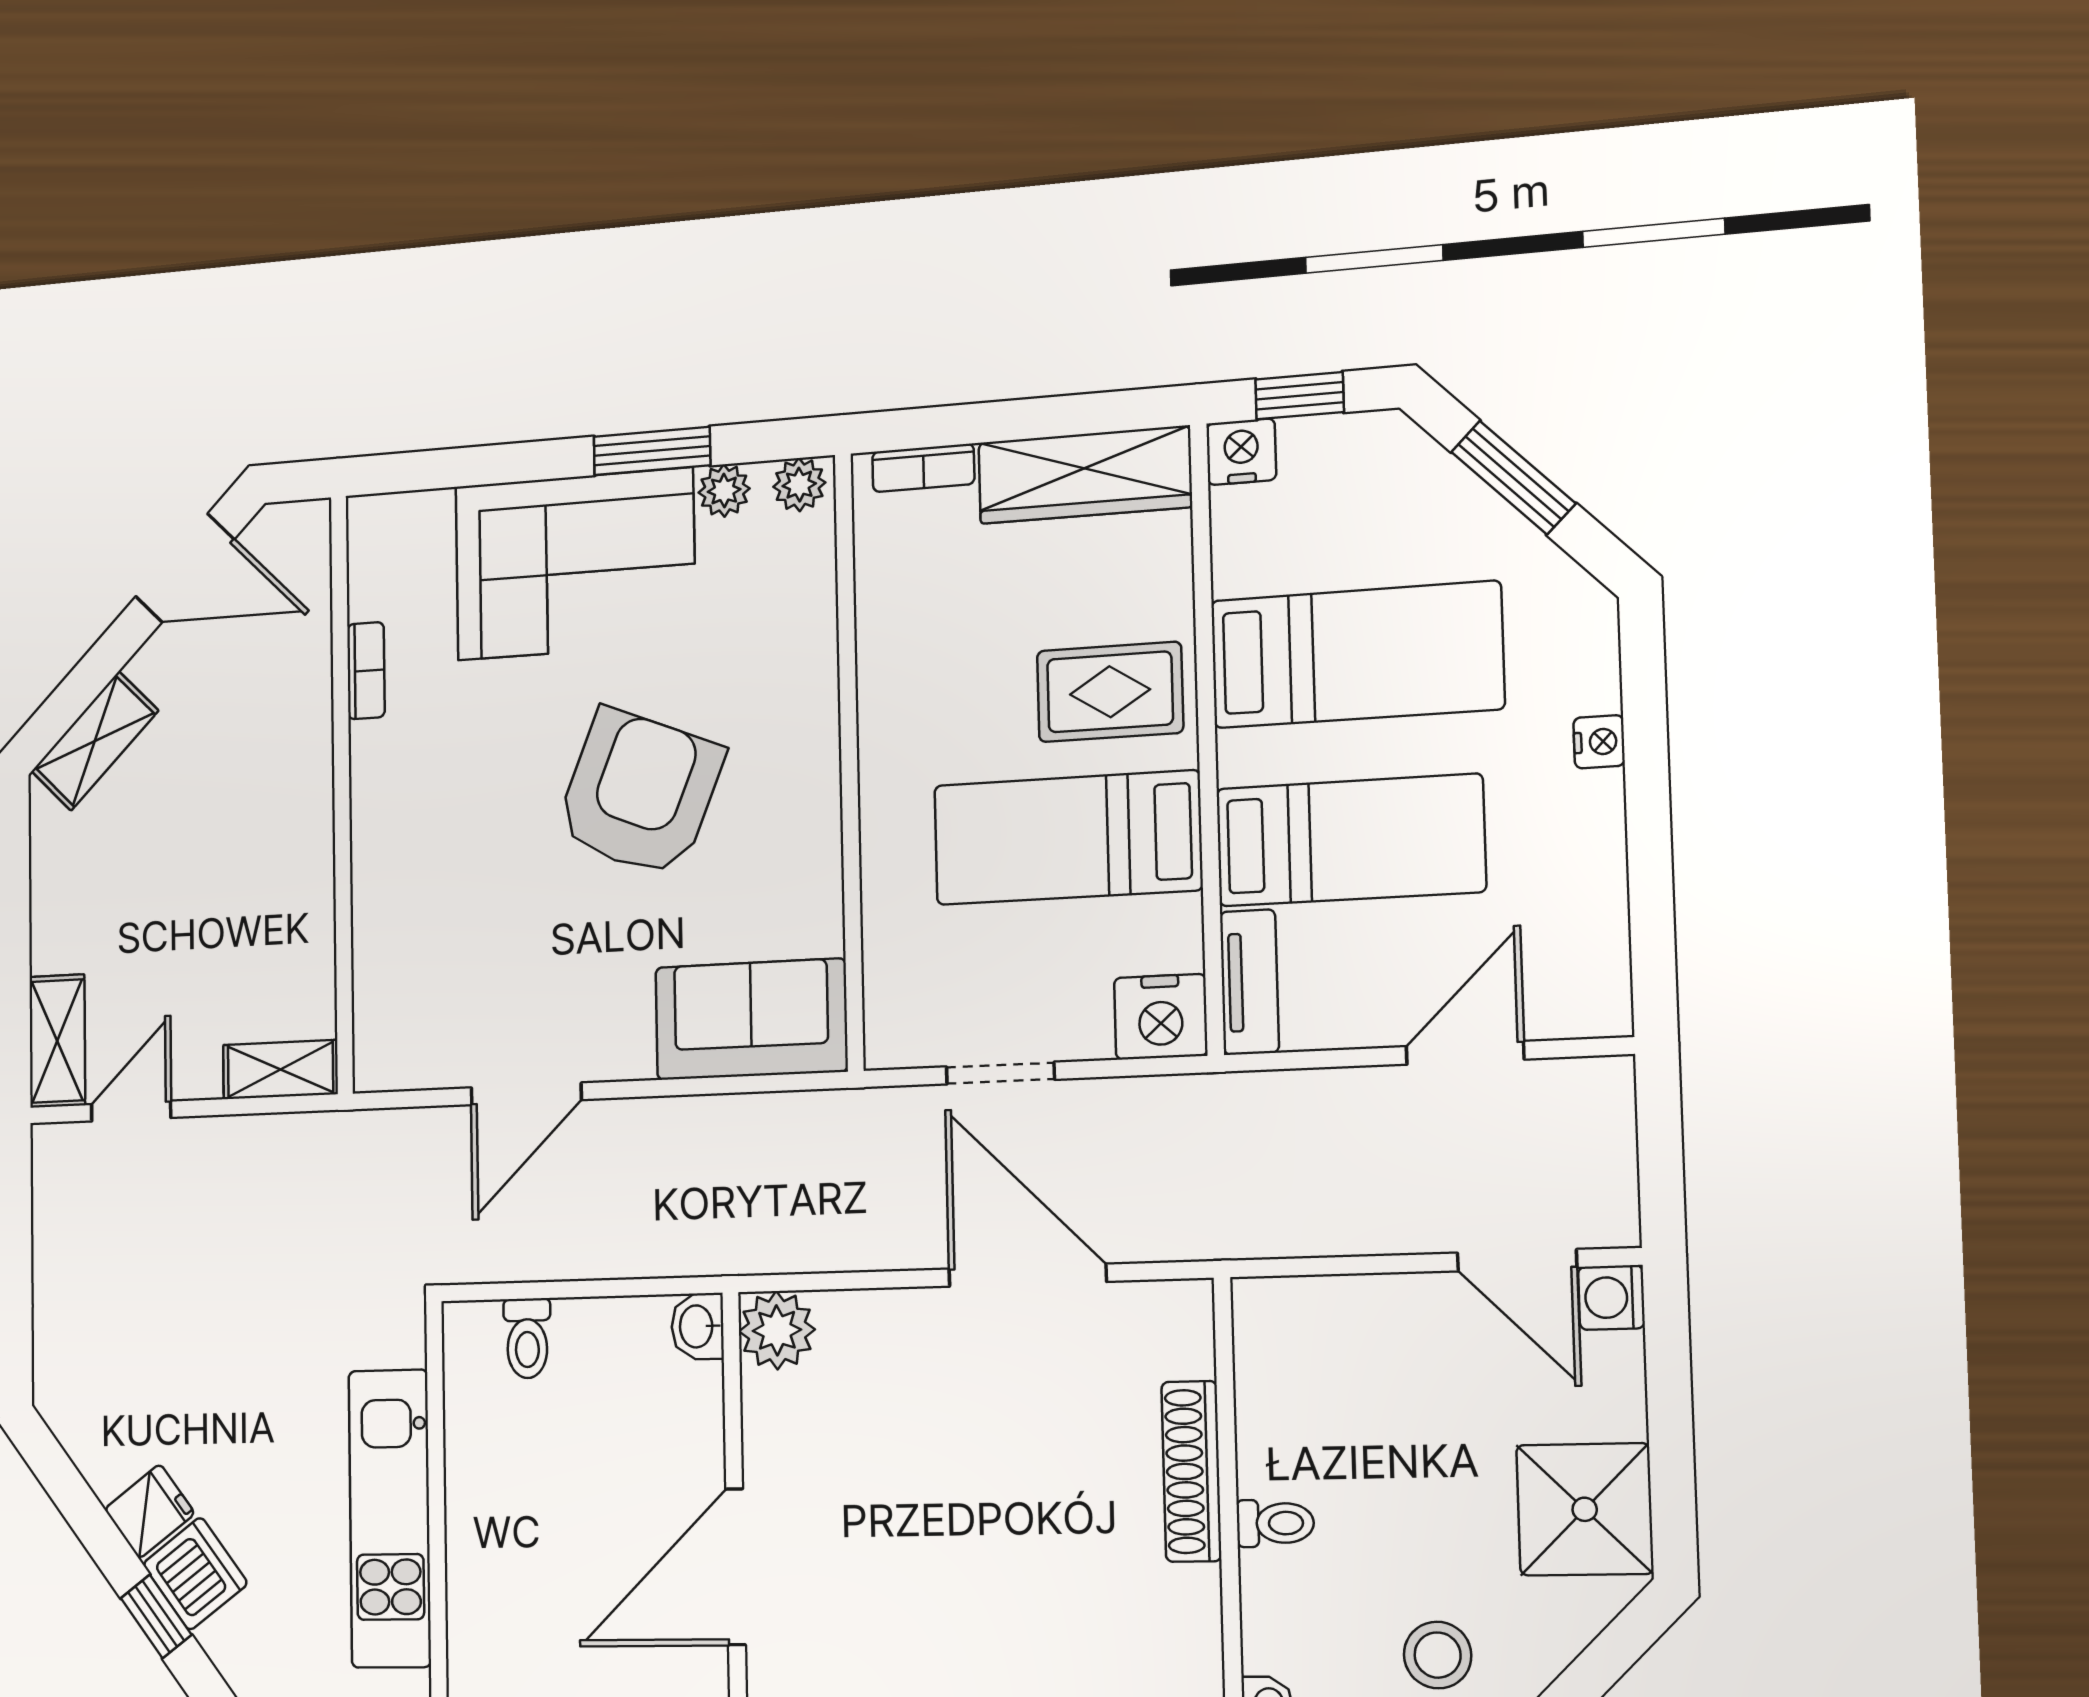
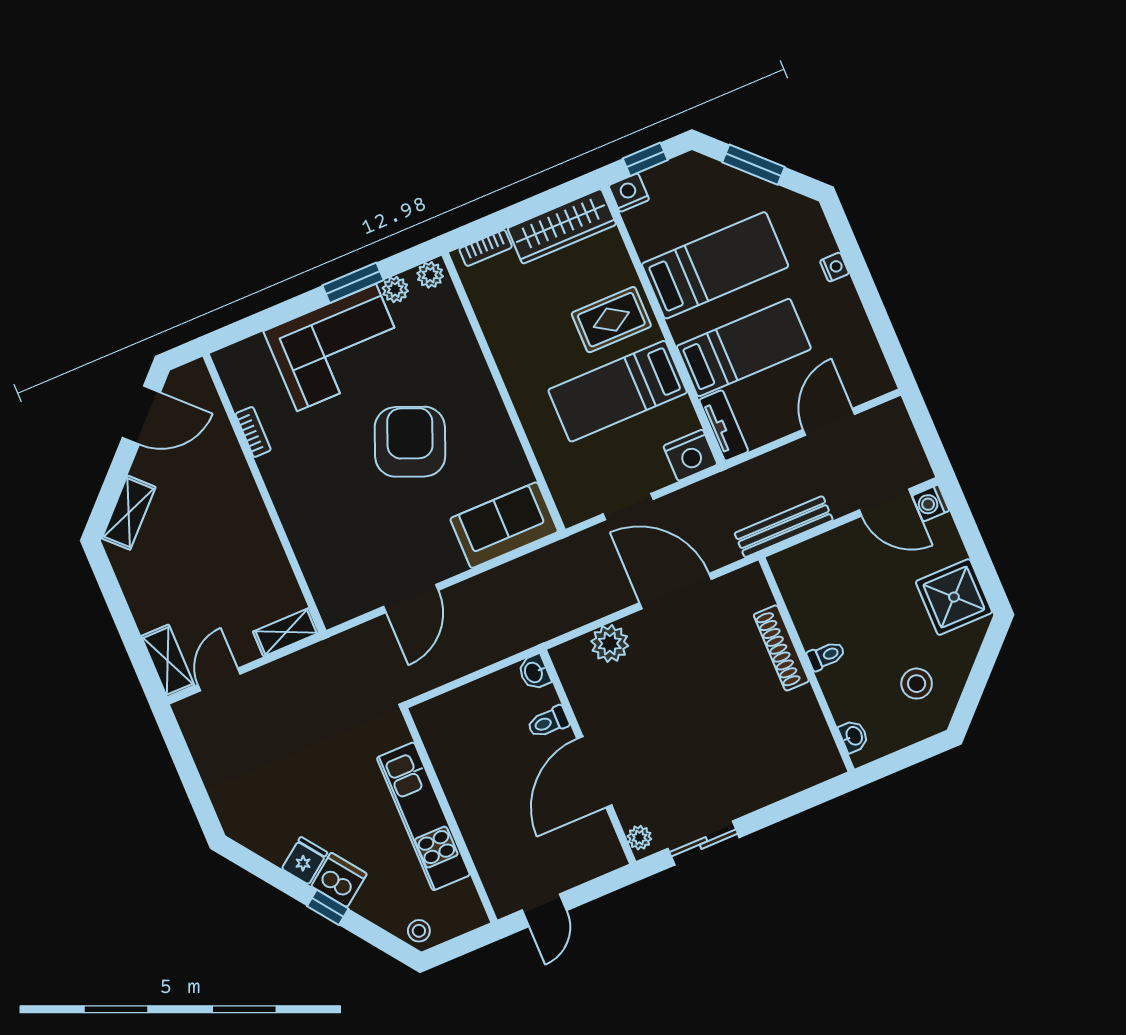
bench: (1291, 1230) -> (784, 527), added
plant: (777, 1330) -> (610, 643), moved
toilet: (527, 1338) -> (548, 722), moved, turned 90

